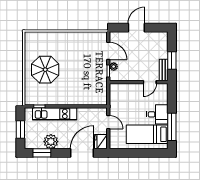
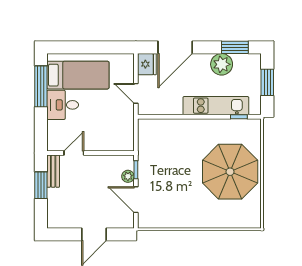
parasol: (45, 70) -> (230, 172), width x1.36, depth x1.36

